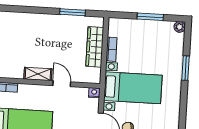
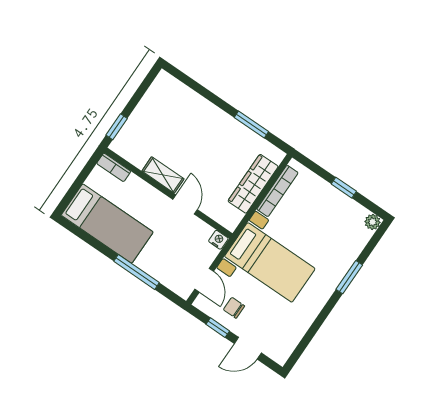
window: (150, 17) -> (344, 188), width x0.67
bookcase: (111, 49) -> (277, 191), width x1.56

